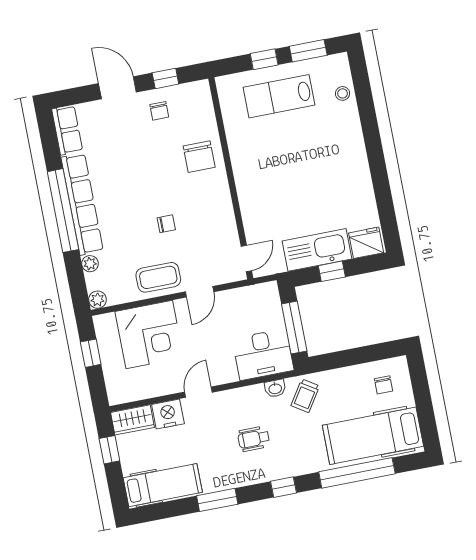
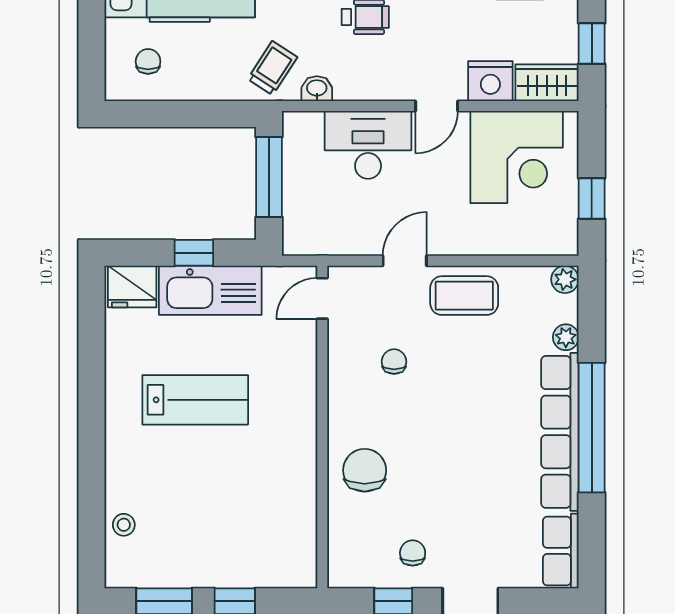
lab bench: (279, 96) -> (195, 400), moved
chair: (166, 224) -> (394, 362), moved, turned 90
corner desk: (149, 335) -> (517, 157), moved, turned 180
desk: (263, 354) -> (368, 145), moved

